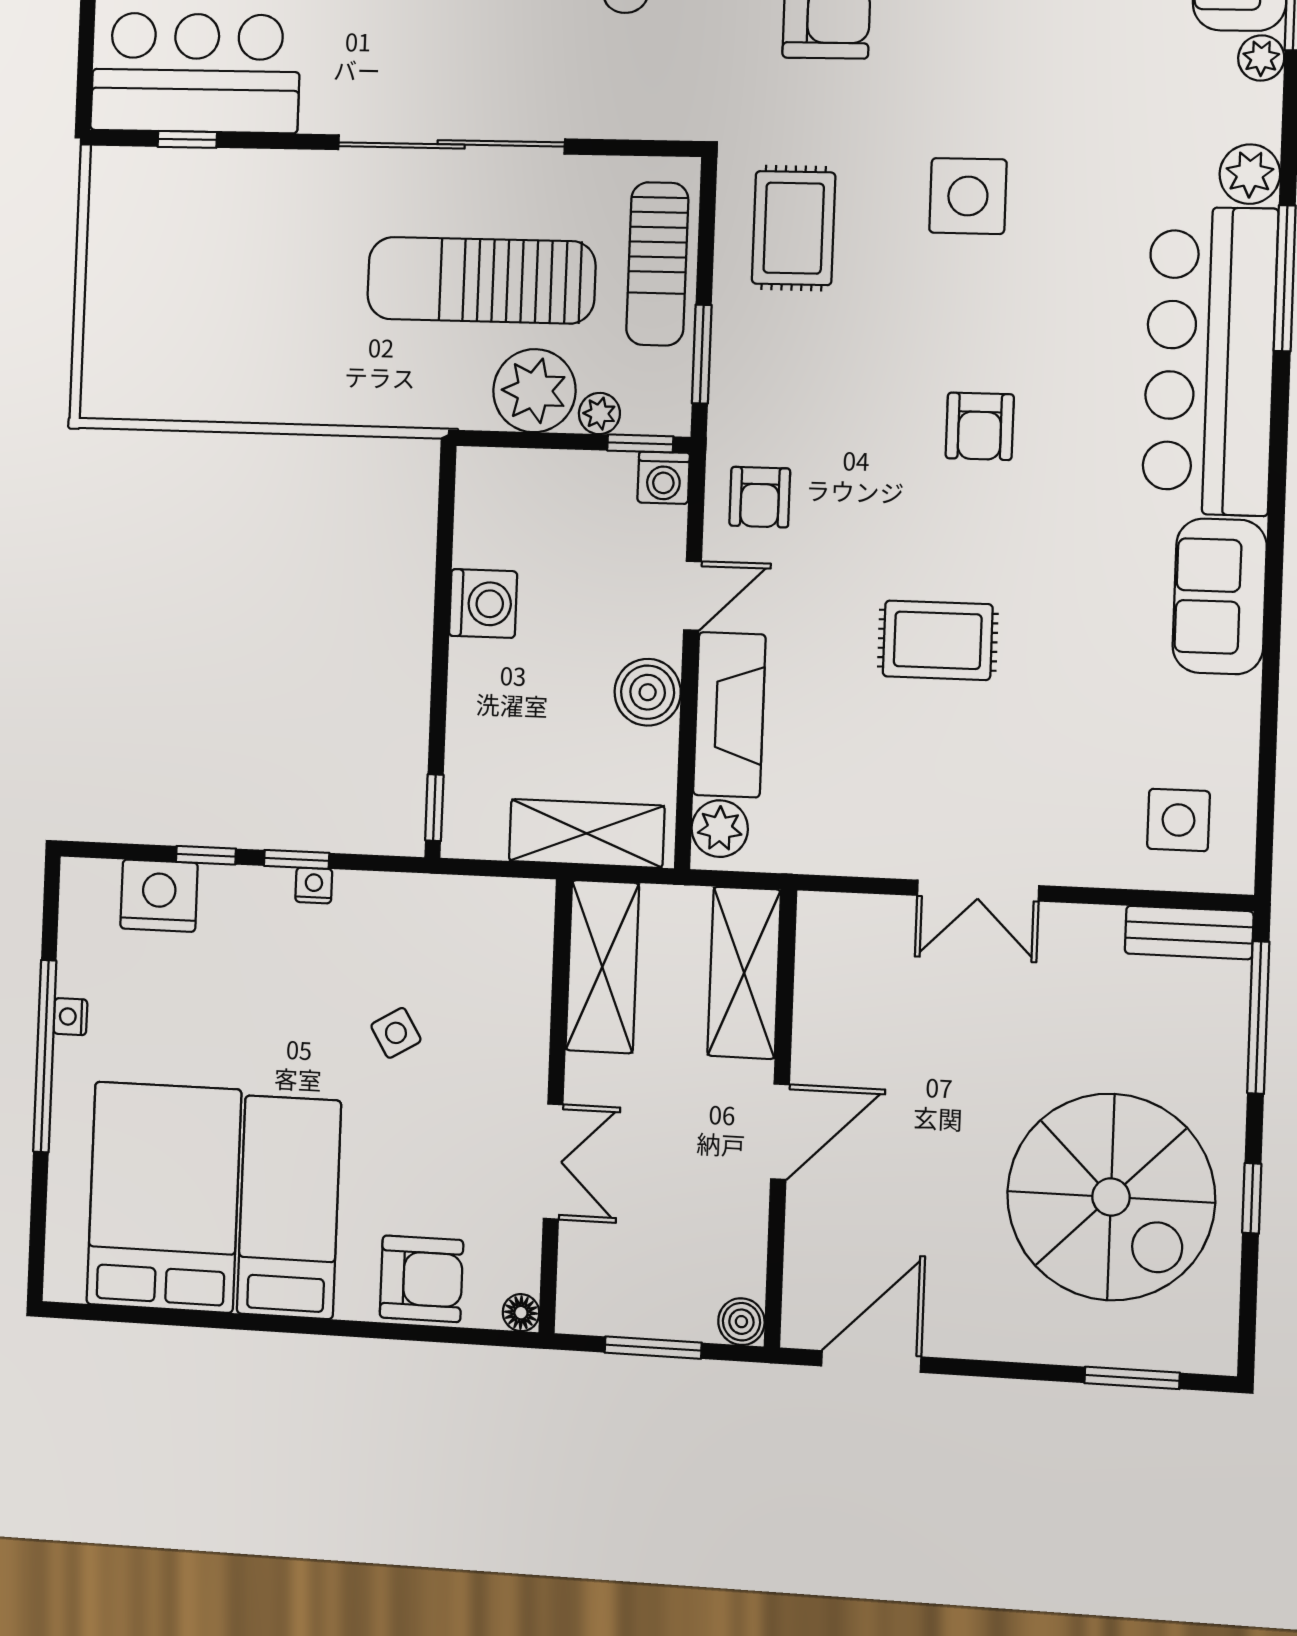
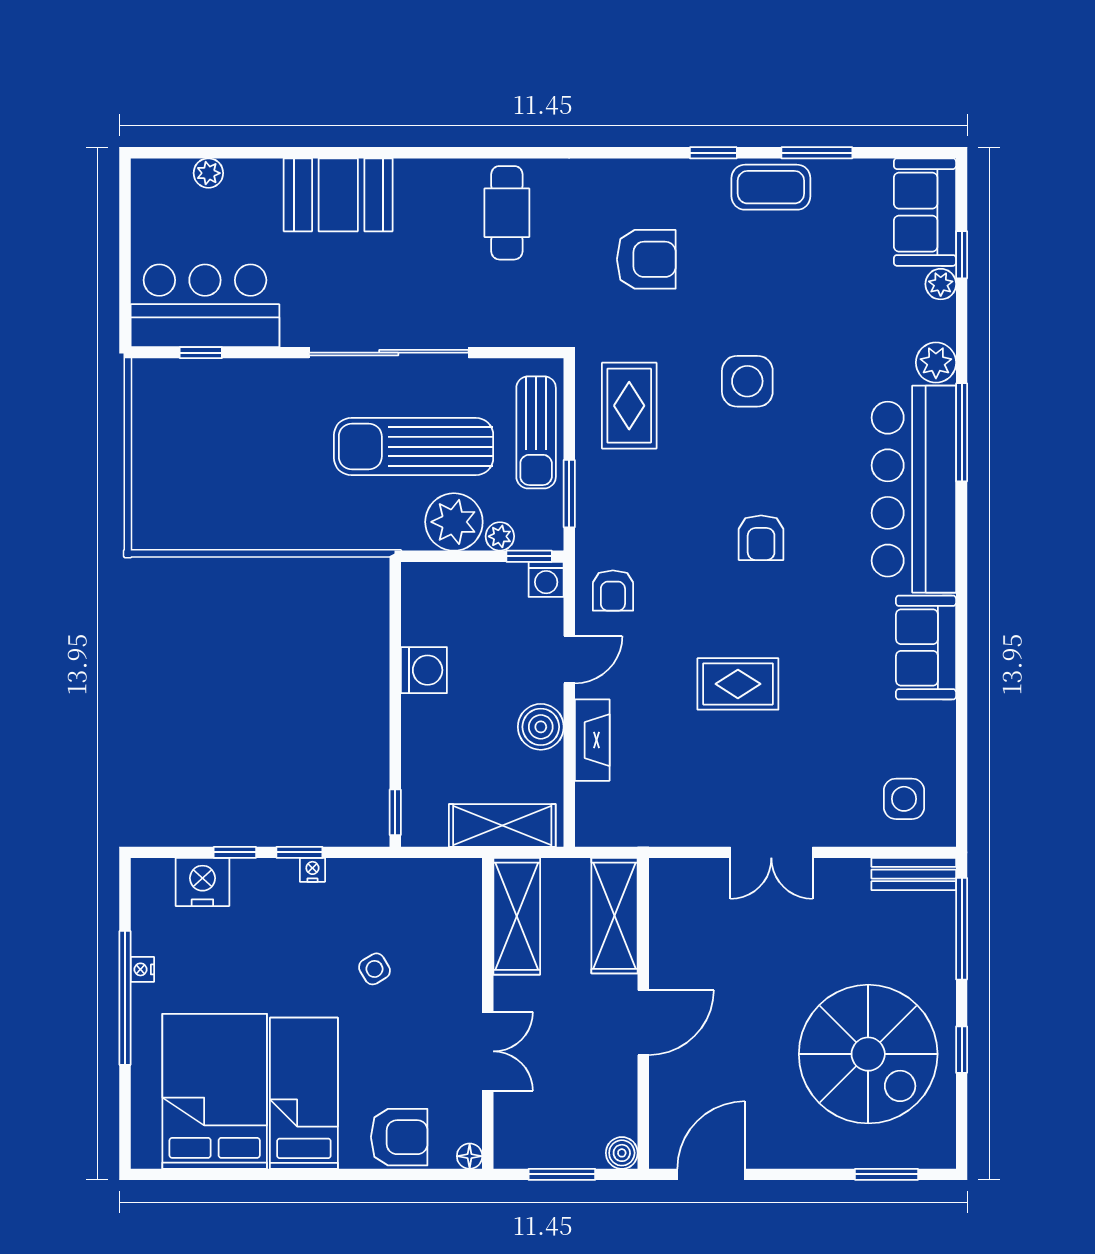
fireplace: (729, 715) -> (592, 740), width x0.73, depth x0.76
plant: (720, 829) -> (594, 818), removed

